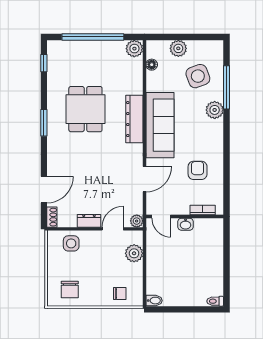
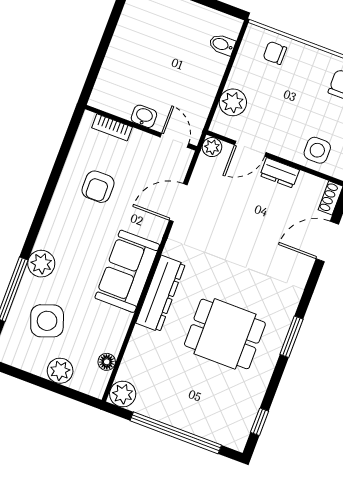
dining table: (85, 109) -> (225, 334), turned 90
sofa: (160, 125) -> (127, 271), width x0.73
bidet: (154, 301) -> (222, 45), moved

